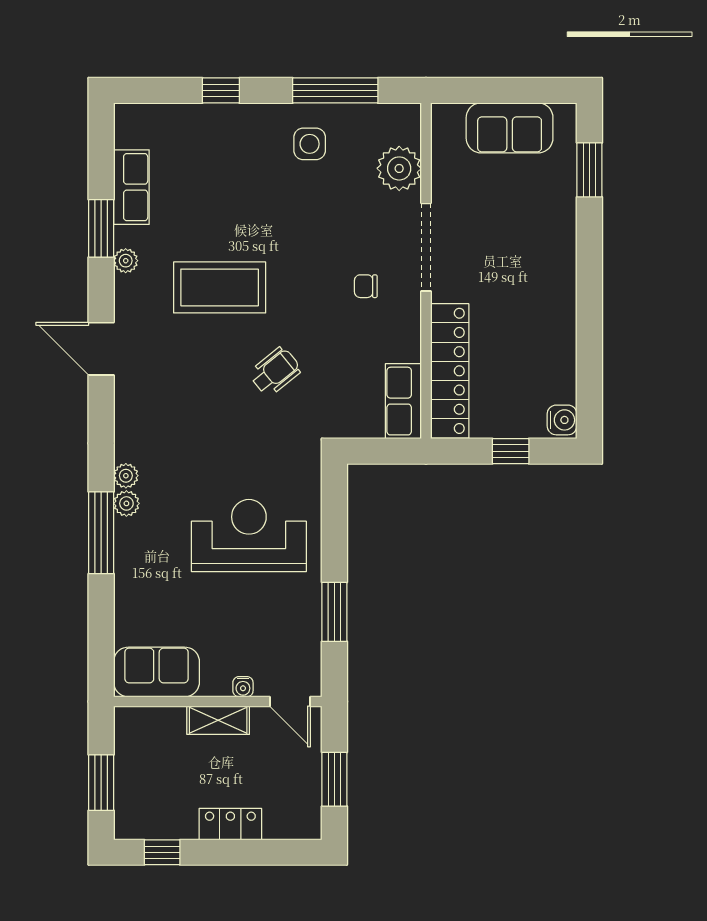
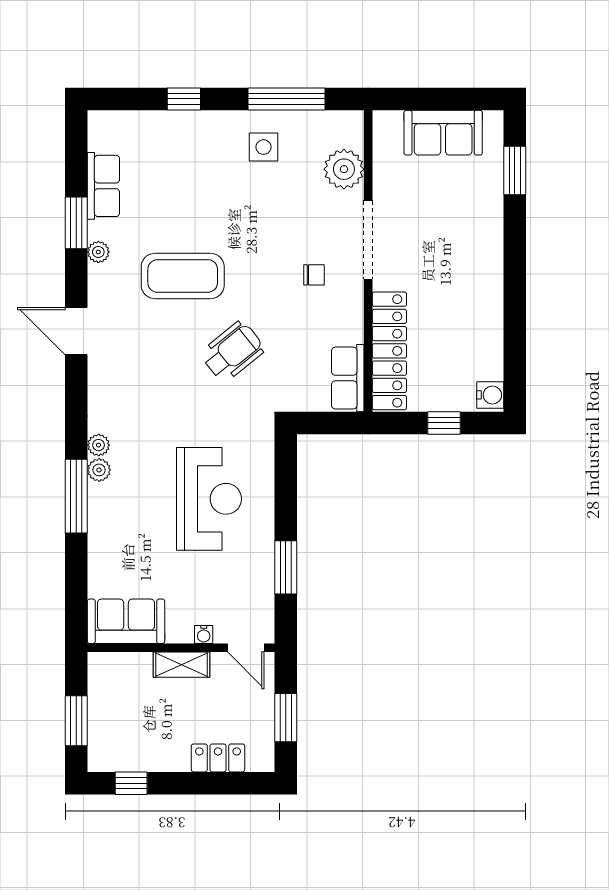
chair: (366, 286) -> (314, 275), turned 180
wheelchair: (275, 372) -> (233, 352), width x1.36, depth x1.37
reception desk: (249, 536) -> (209, 499), turned 90
locker: (230, 824) -> (218, 758), moved

